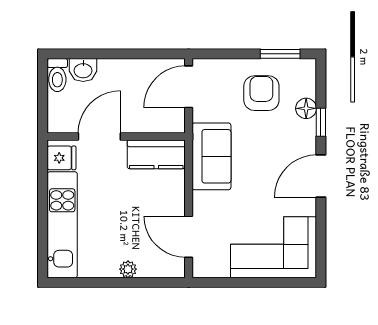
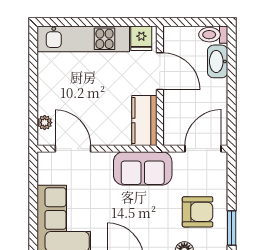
washbasin: (83, 70) -> (218, 61), width x1.38
door: (189, 87) -> (203, 149), hinge flipped
door: (189, 237) -> (73, 149), hinge flipped
plant: (128, 269) -> (45, 123), moved

